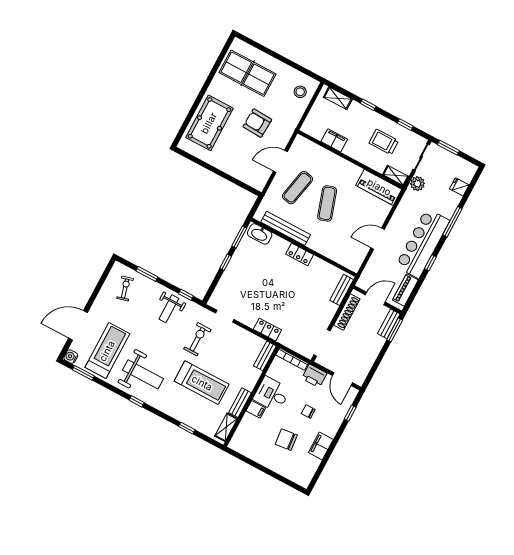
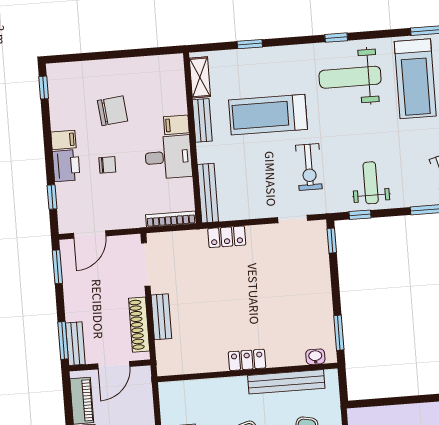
washbasin: (260, 234) -> (315, 357), width x0.52, depth x0.69
window: (226, 262) -> (332, 241), moved
bench: (342, 290) -> (161, 317), moved
bench: (265, 356) -> (208, 193), width x1.36
window: (372, 373) -> (57, 267), added
printer: (314, 376) -> (66, 166), moved, turned 90
door: (342, 379) -> (90, 235), swing flipped
filing cabinet: (321, 446) -> (63, 140), width x0.50
window: (316, 477) -> (44, 88), added

